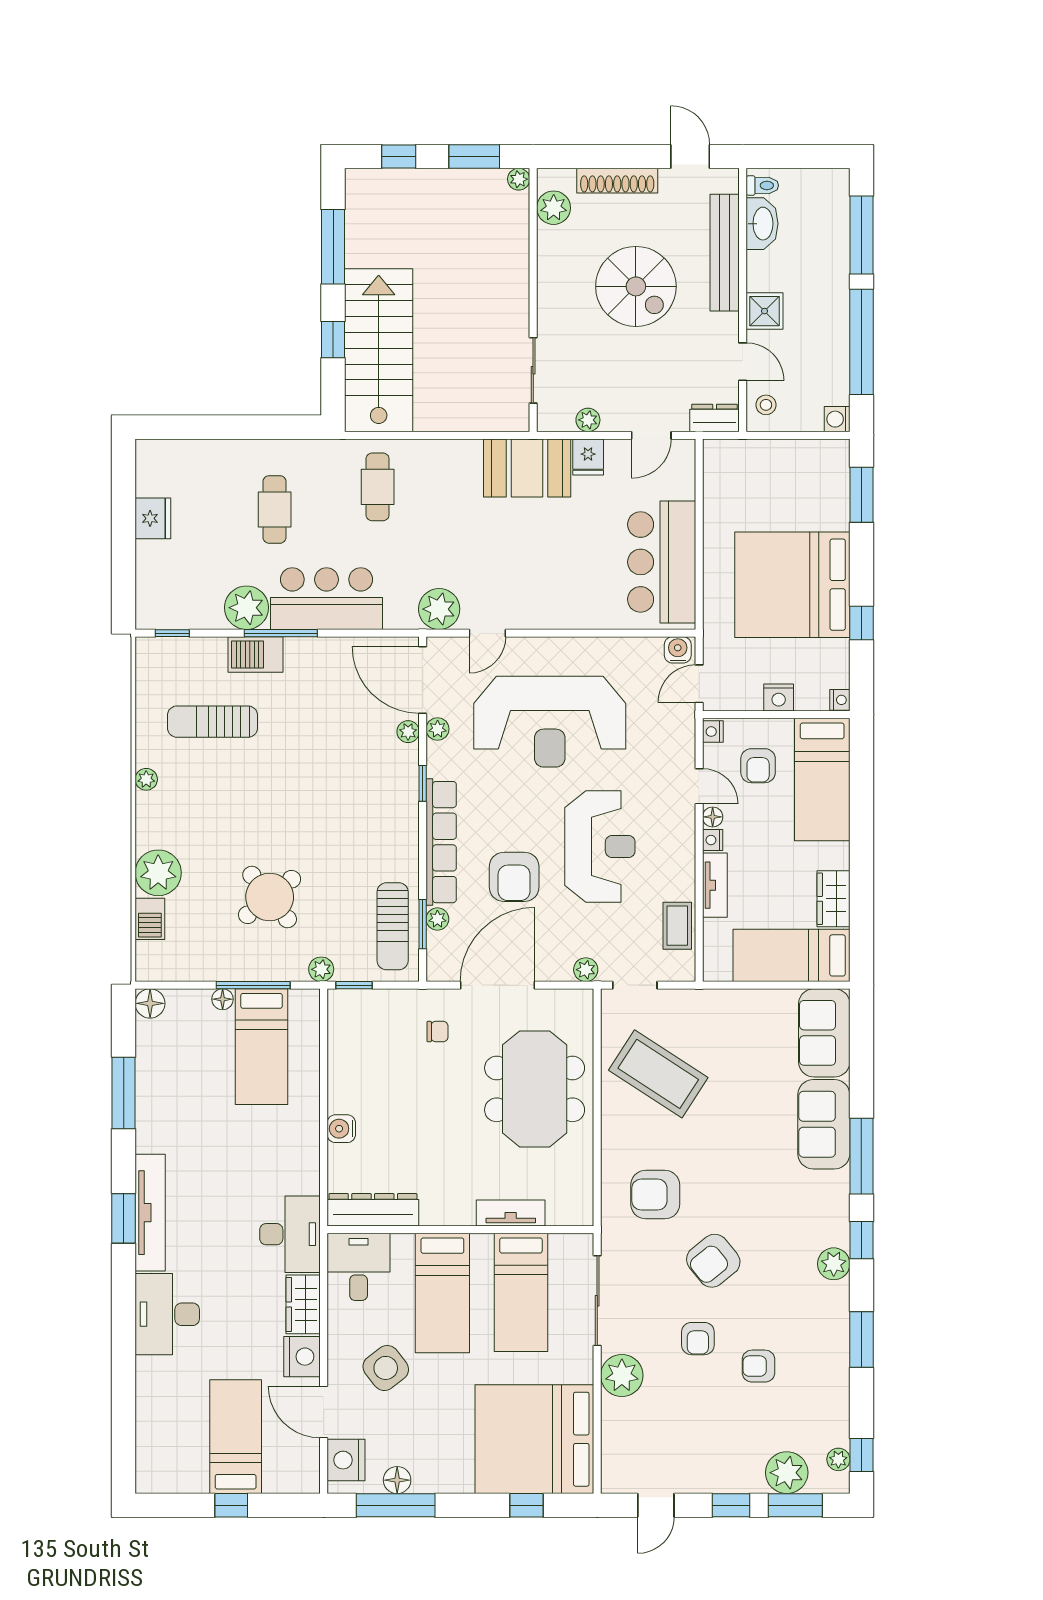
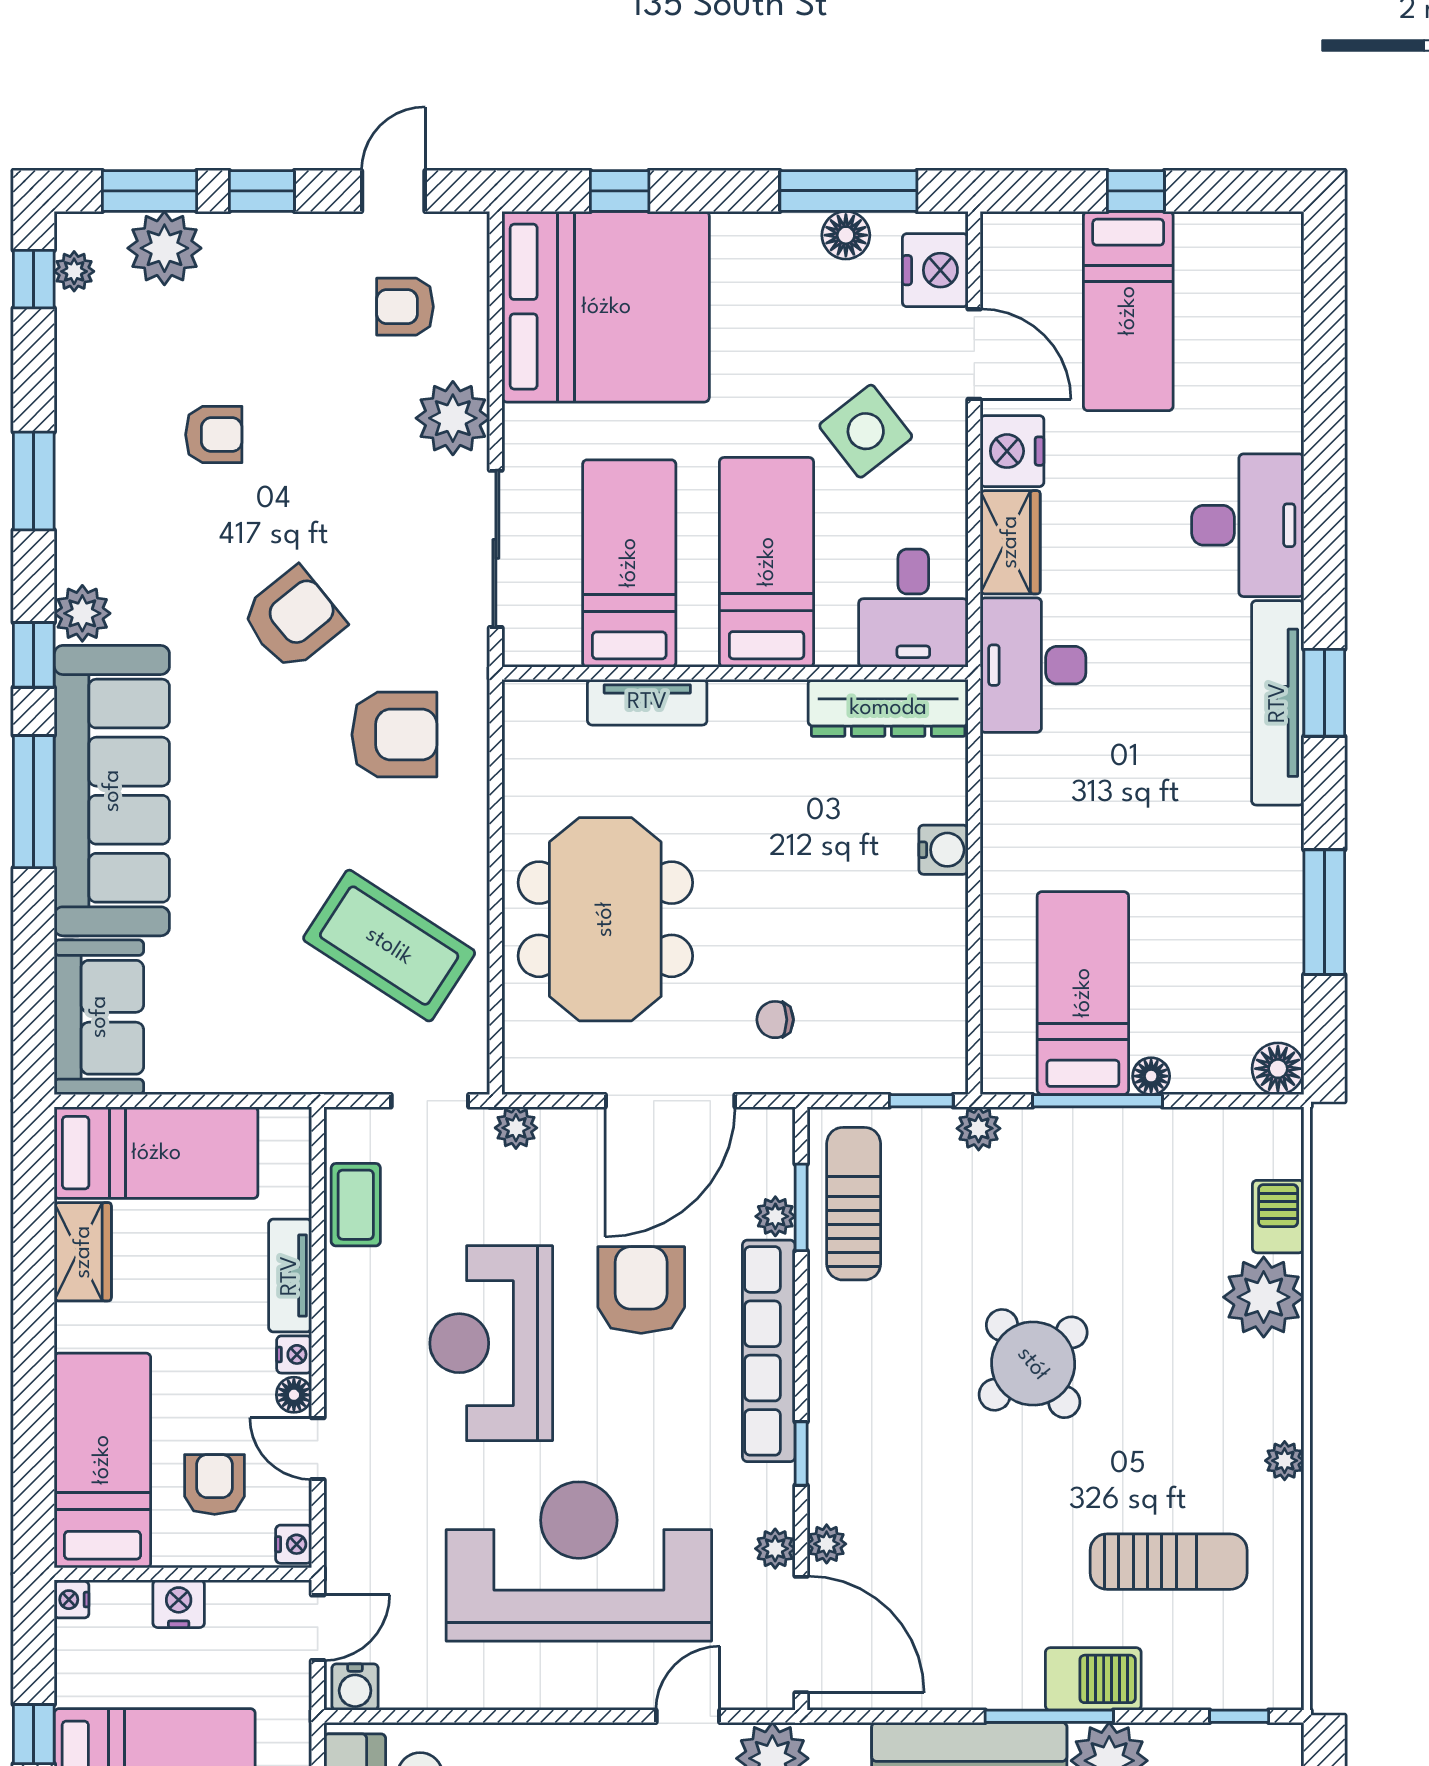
round table: (270, 897) -> (1033, 1364), moved
sofa: (824, 1124) -> (112, 791), width x1.85, depth x1.27
armchair: (698, 1339) -> (405, 307), moved, turned -90

